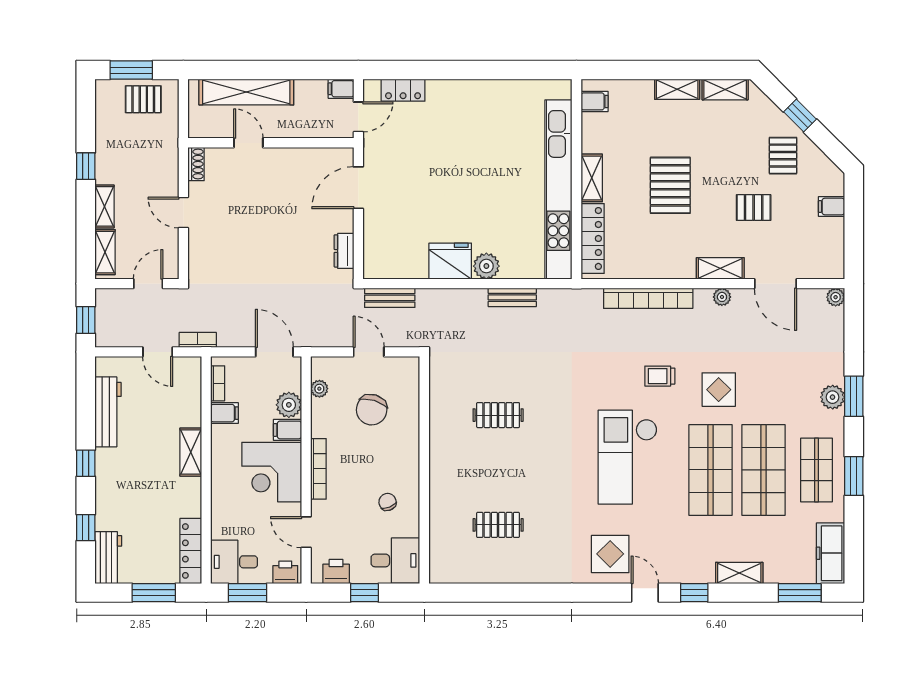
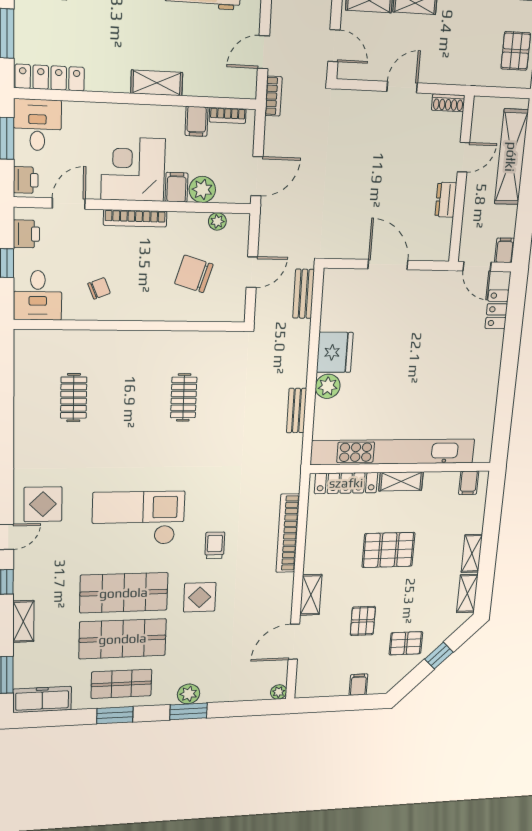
door: (358, 188) -> (388, 265), moved
dresser: (344, 251) -> (446, 200), moved, turned -90
plant: (722, 297) -> (285, 597), removed

